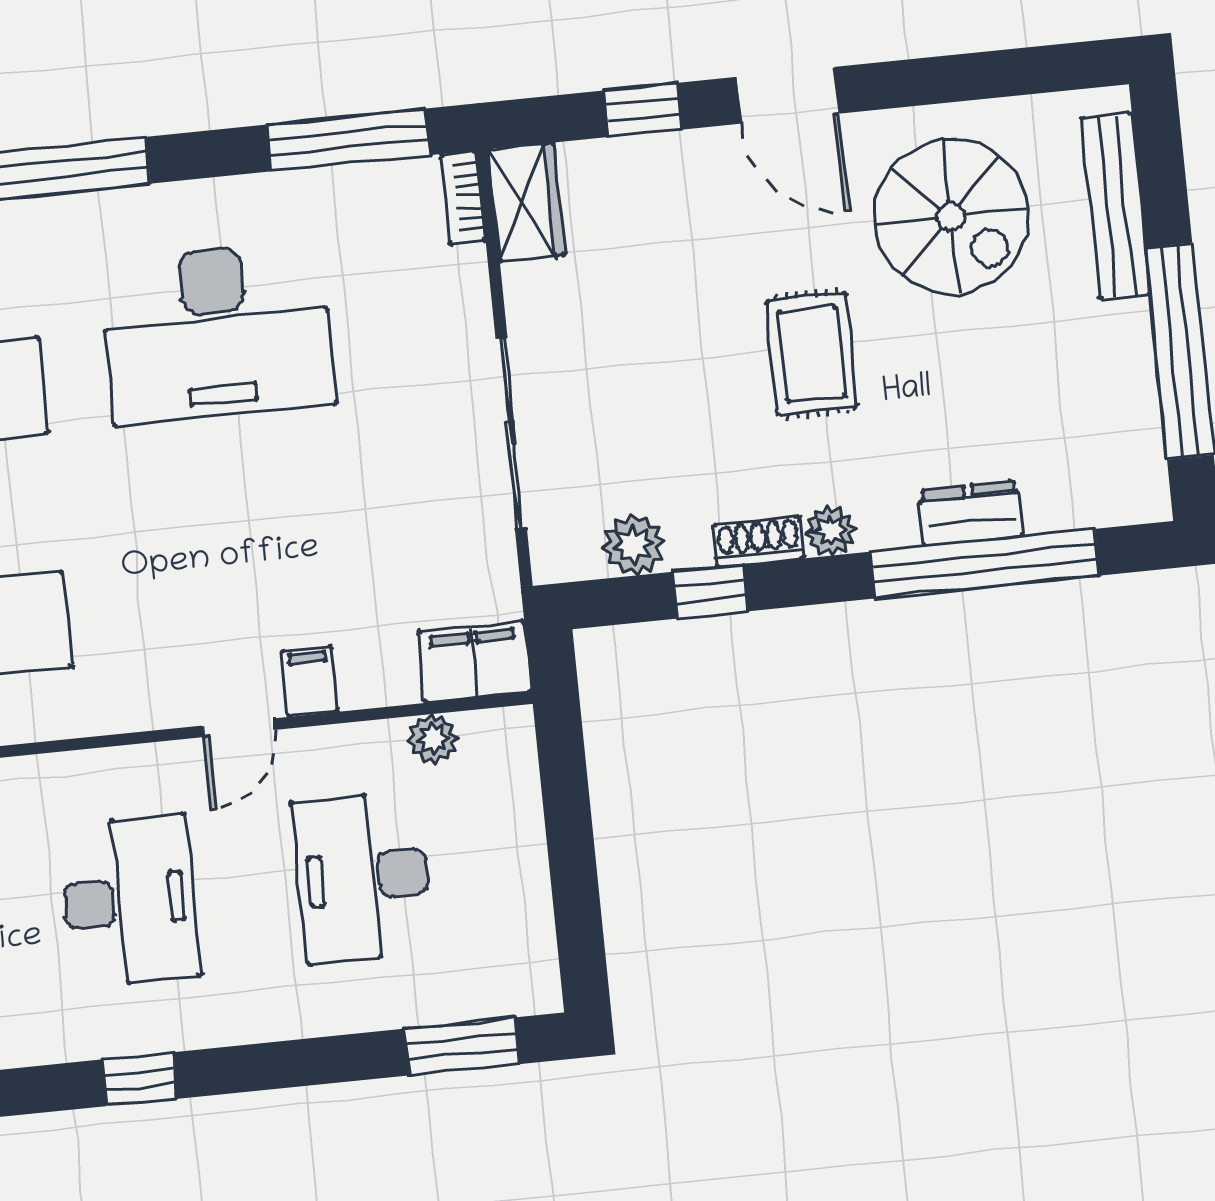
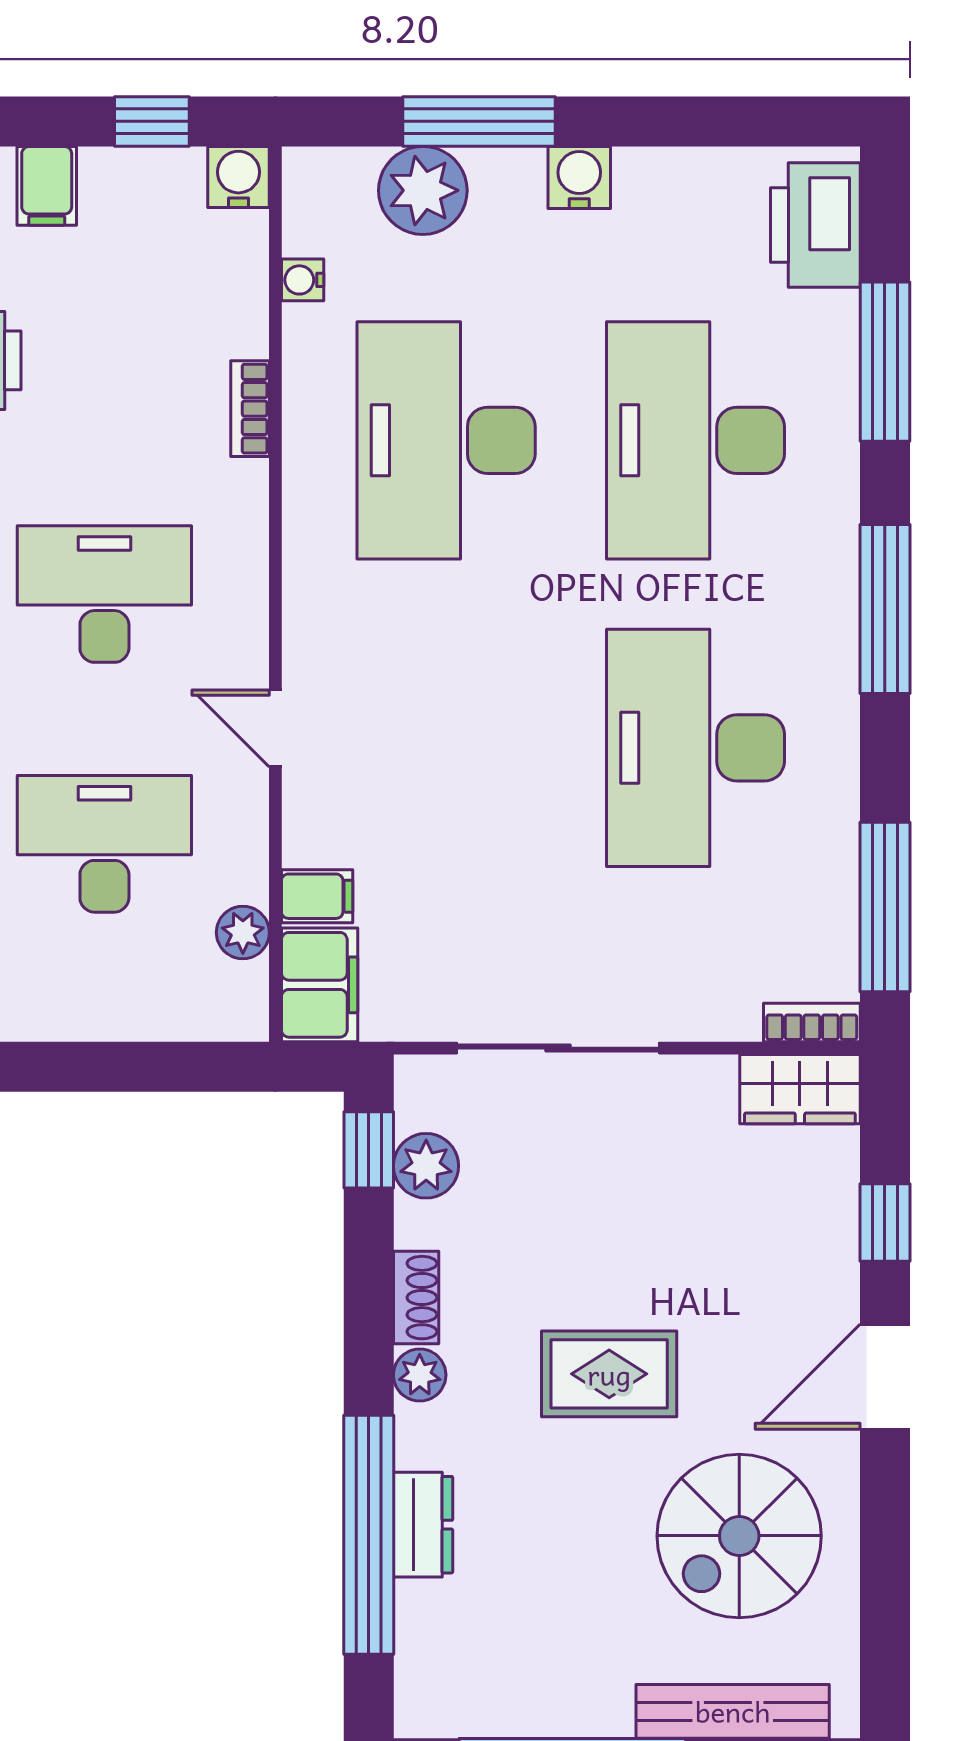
window: (710, 592) -> (369, 1150), moved
filing cabinet: (310, 681) -> (317, 896), moved
desk: (129, 901) -> (104, 594), turned 180

